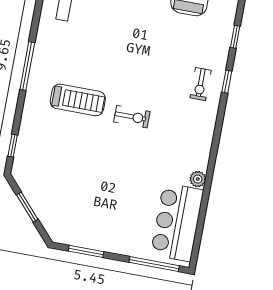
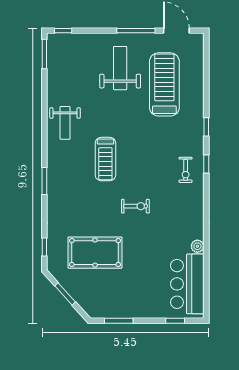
window: (27, 66) -> (44, 181), width x0.69
treadmill: (78, 100) -> (105, 159), moved, turned 90
pool table: (73, 164) -> (95, 253), added
window: (154, 264) -> (175, 321), width x0.46

